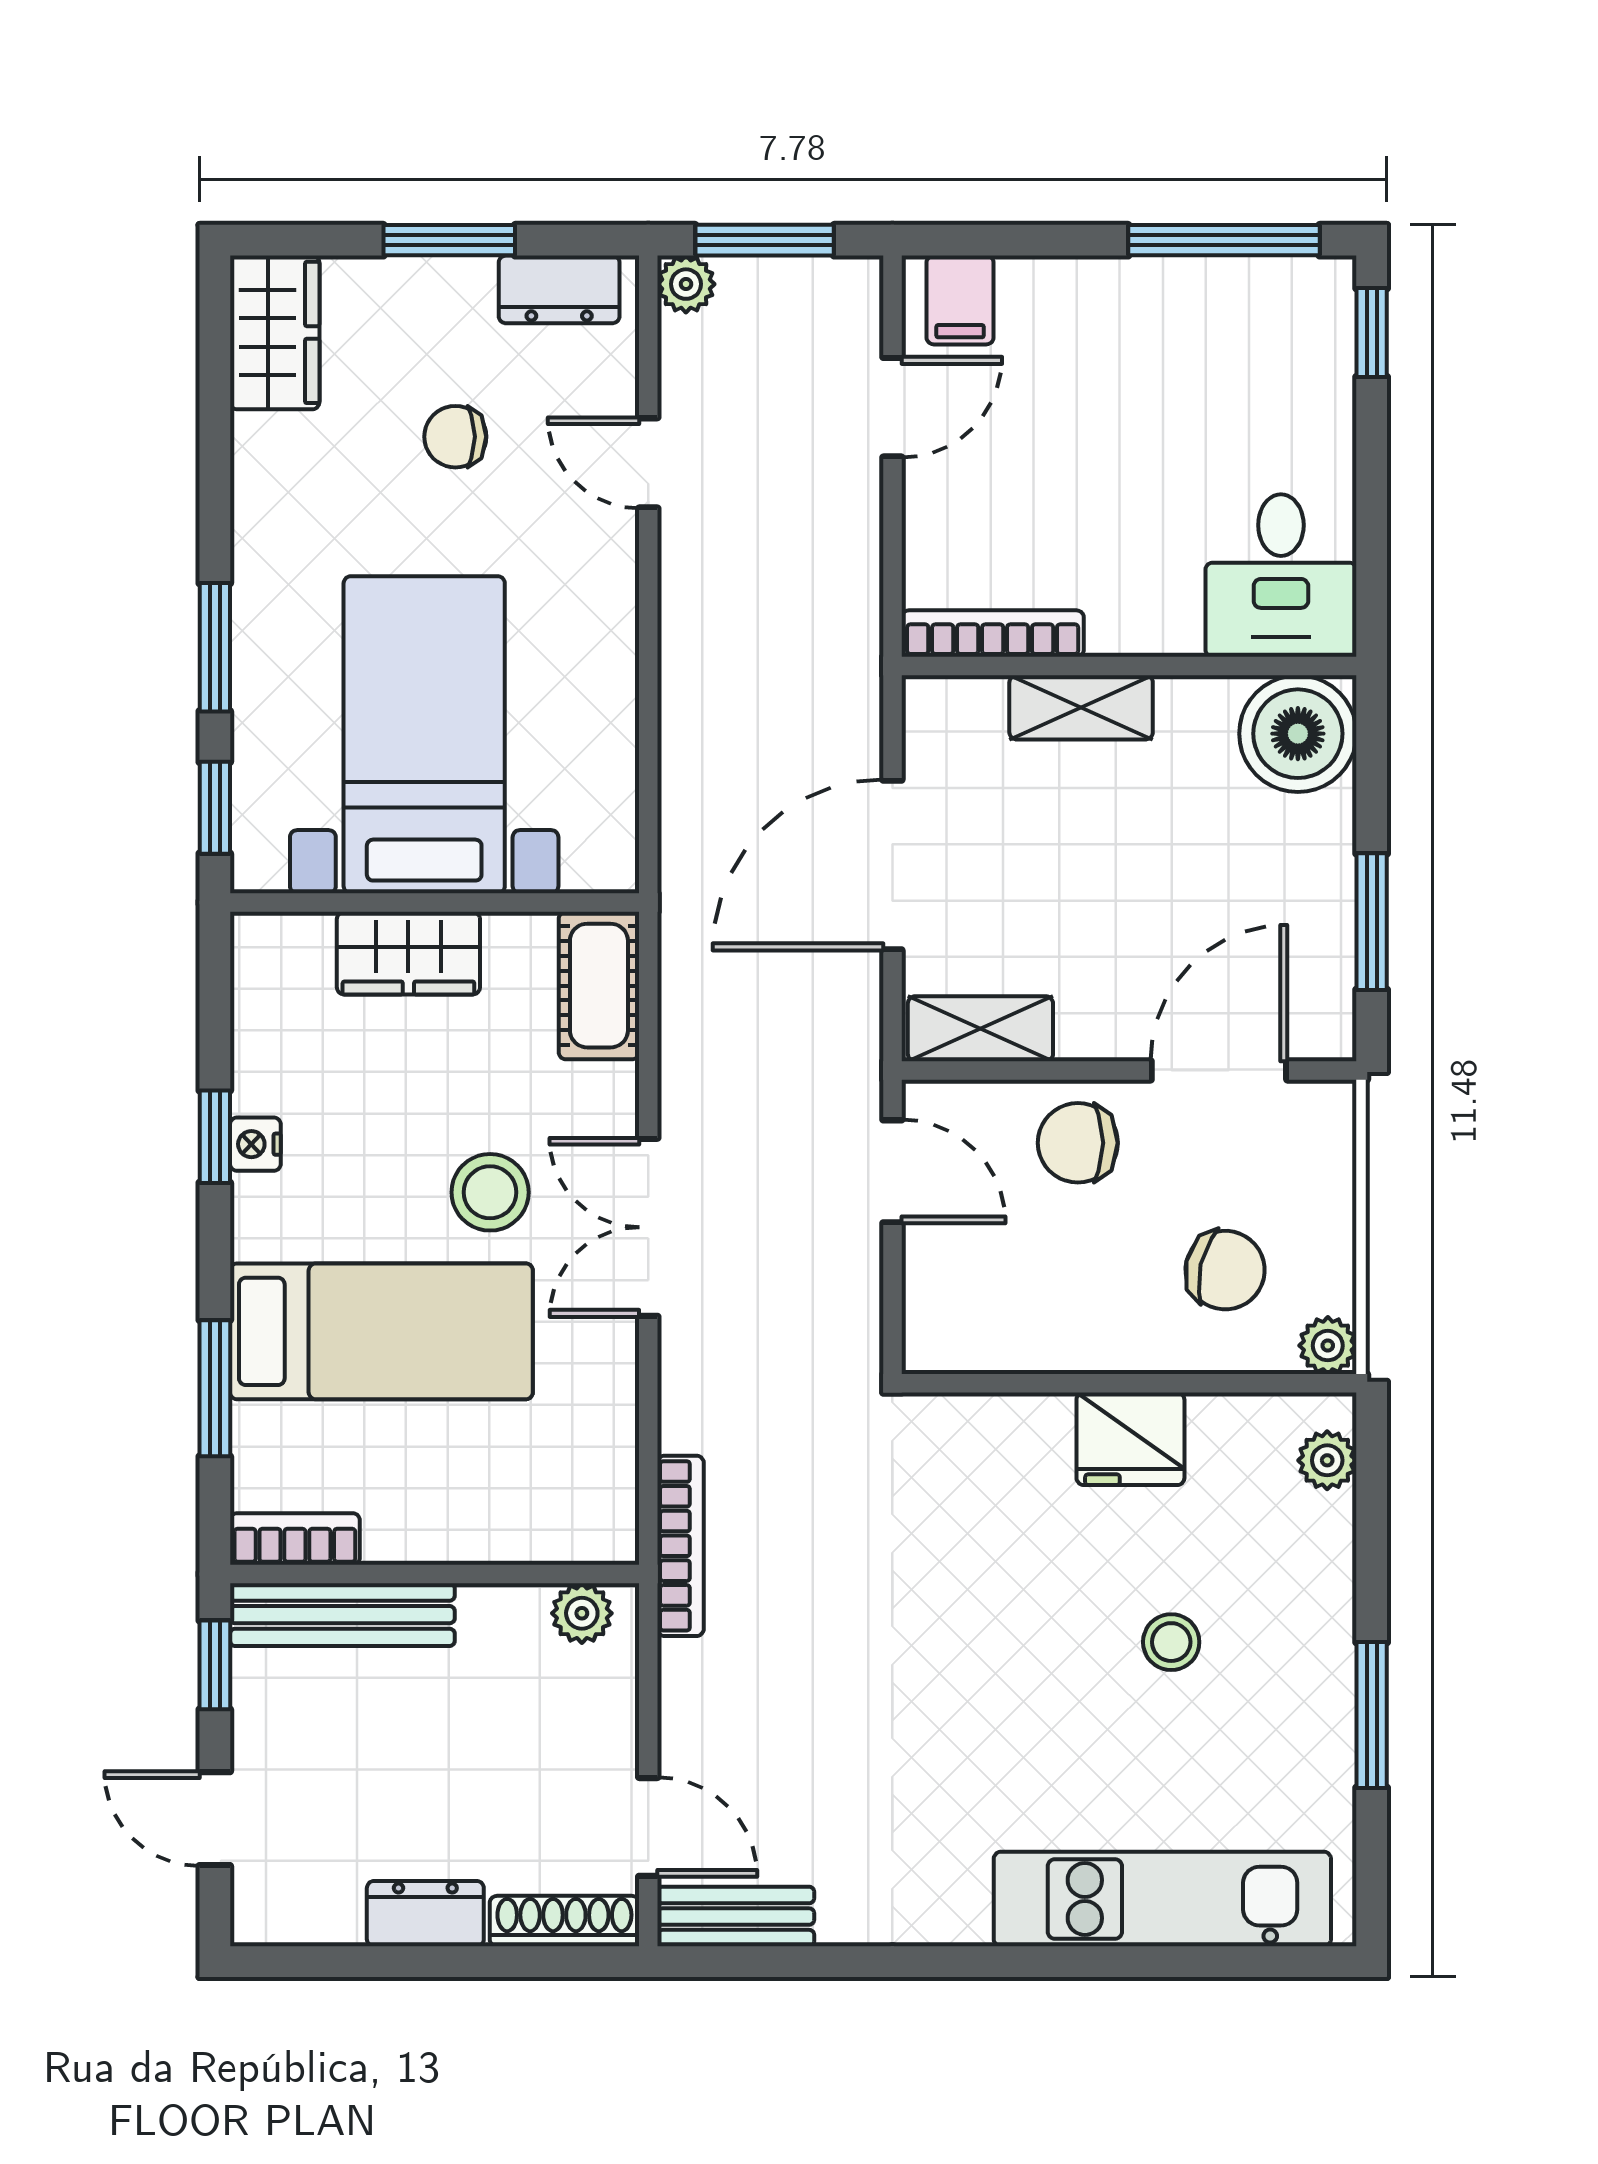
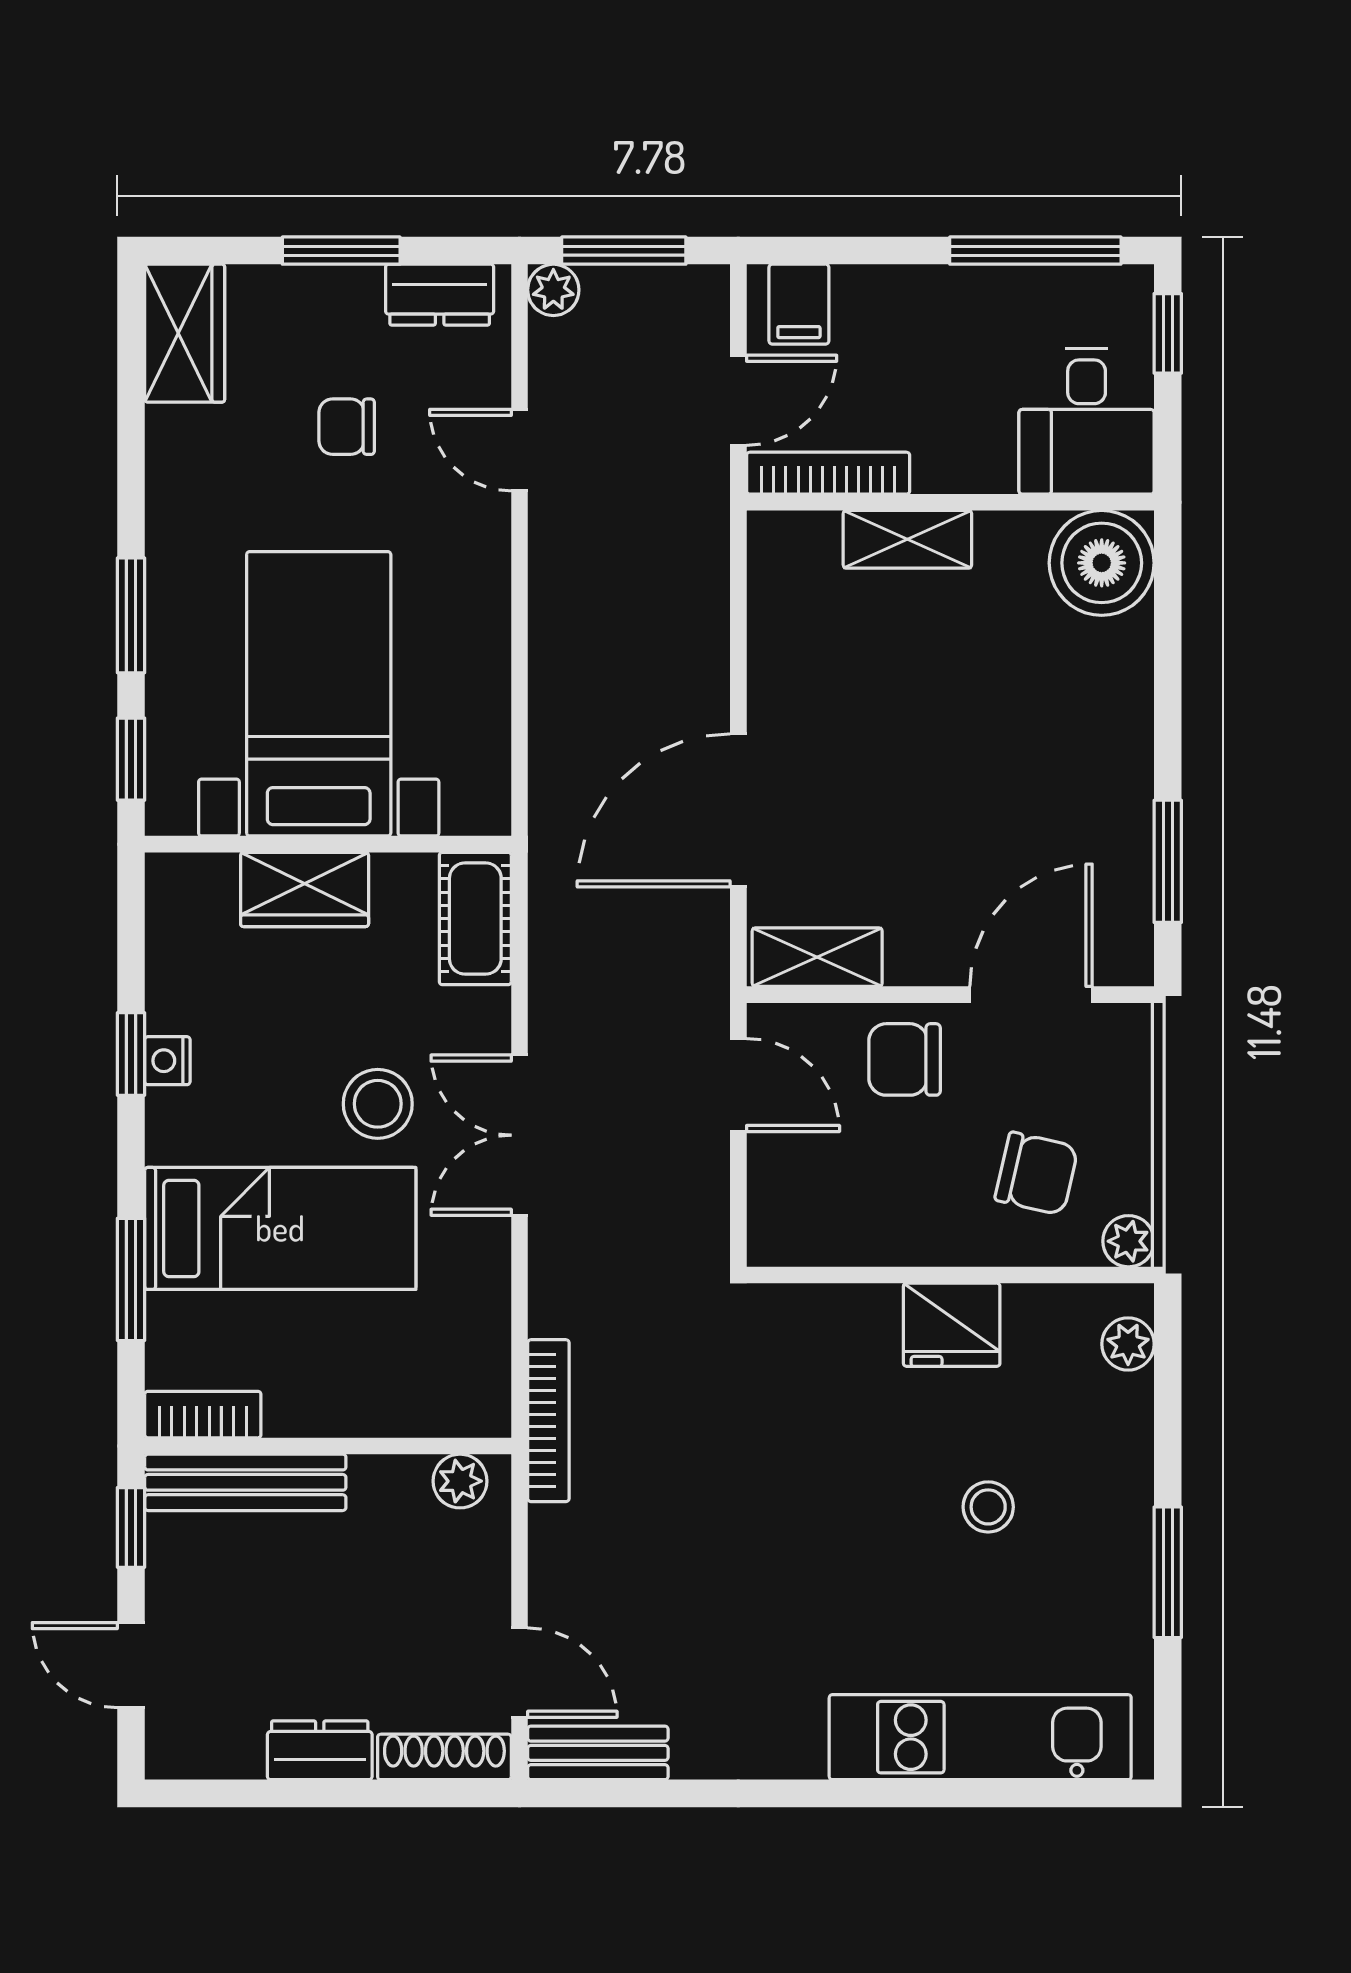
desk: (1281, 576) -> (1087, 421), moved
bookcase: (993, 634) -> (828, 473), moved
wall: (1129, 666) -> (950, 502), moved
shelving: (1081, 707) -> (907, 539), moved
boiler: (1298, 734) -> (1102, 563), moved

